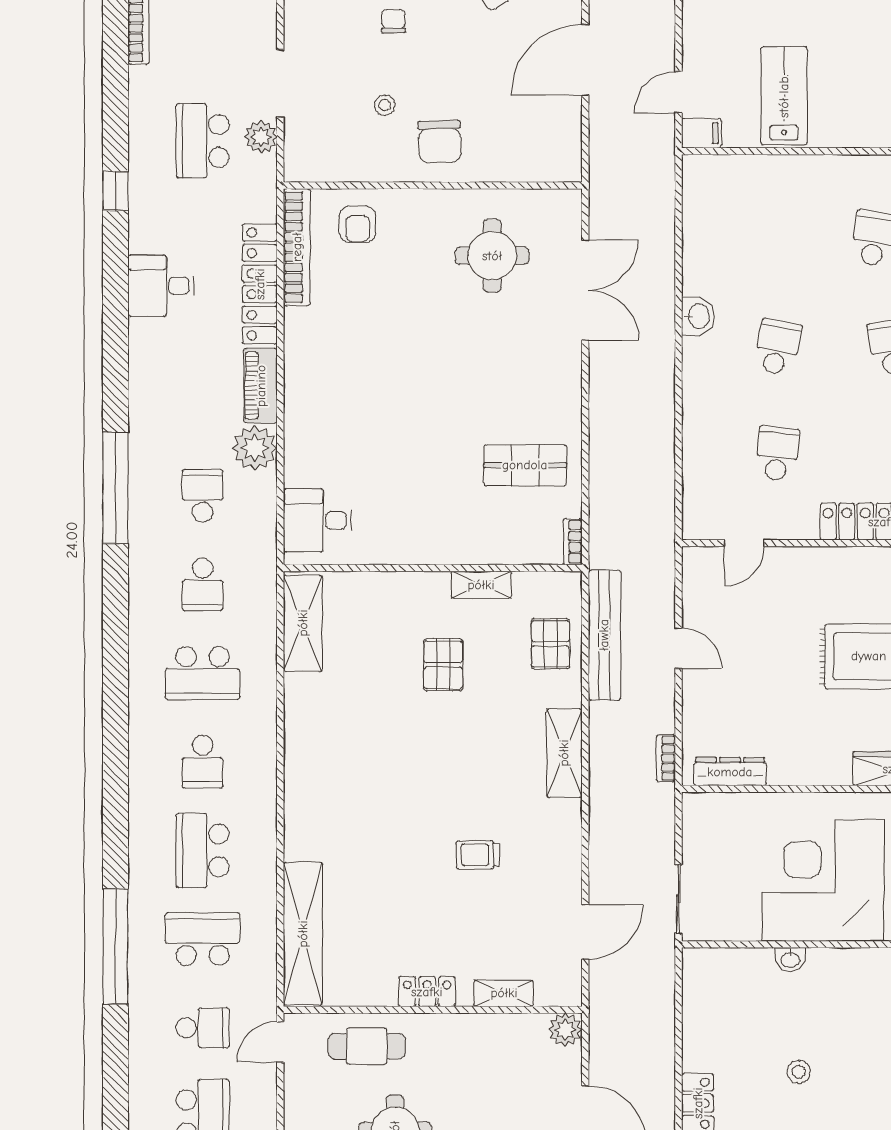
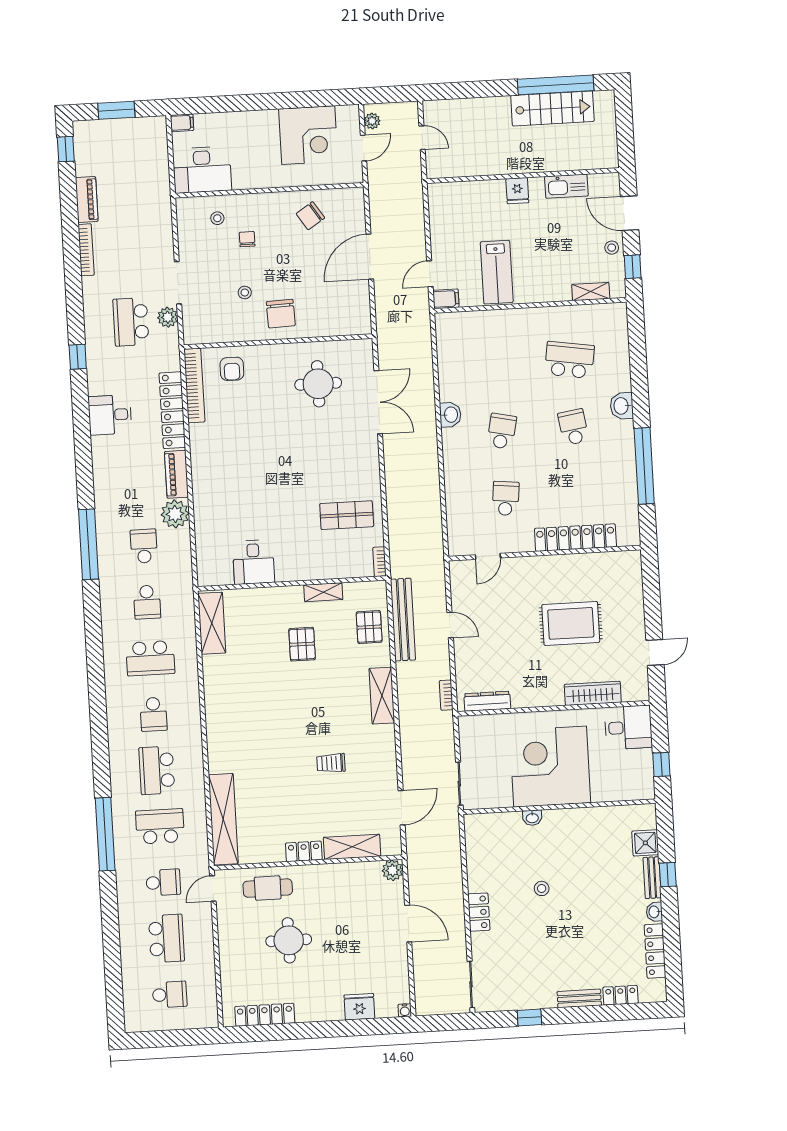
lab bench: (784, 96) -> (497, 272), turned 180
desk: (318, 520) -> (254, 562), moved, turned -90
shelving: (504, 993) -> (352, 847), width x1.50, depth x1.33

